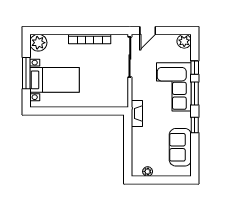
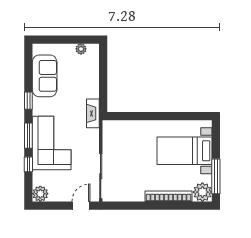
bookcase: (90, 39) -> (169, 196), moved
window: (26, 73) -> (216, 176), moved

